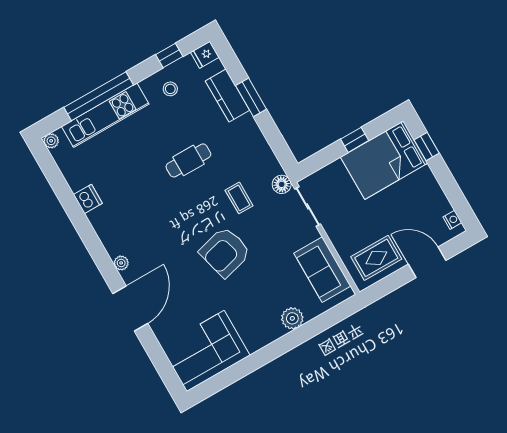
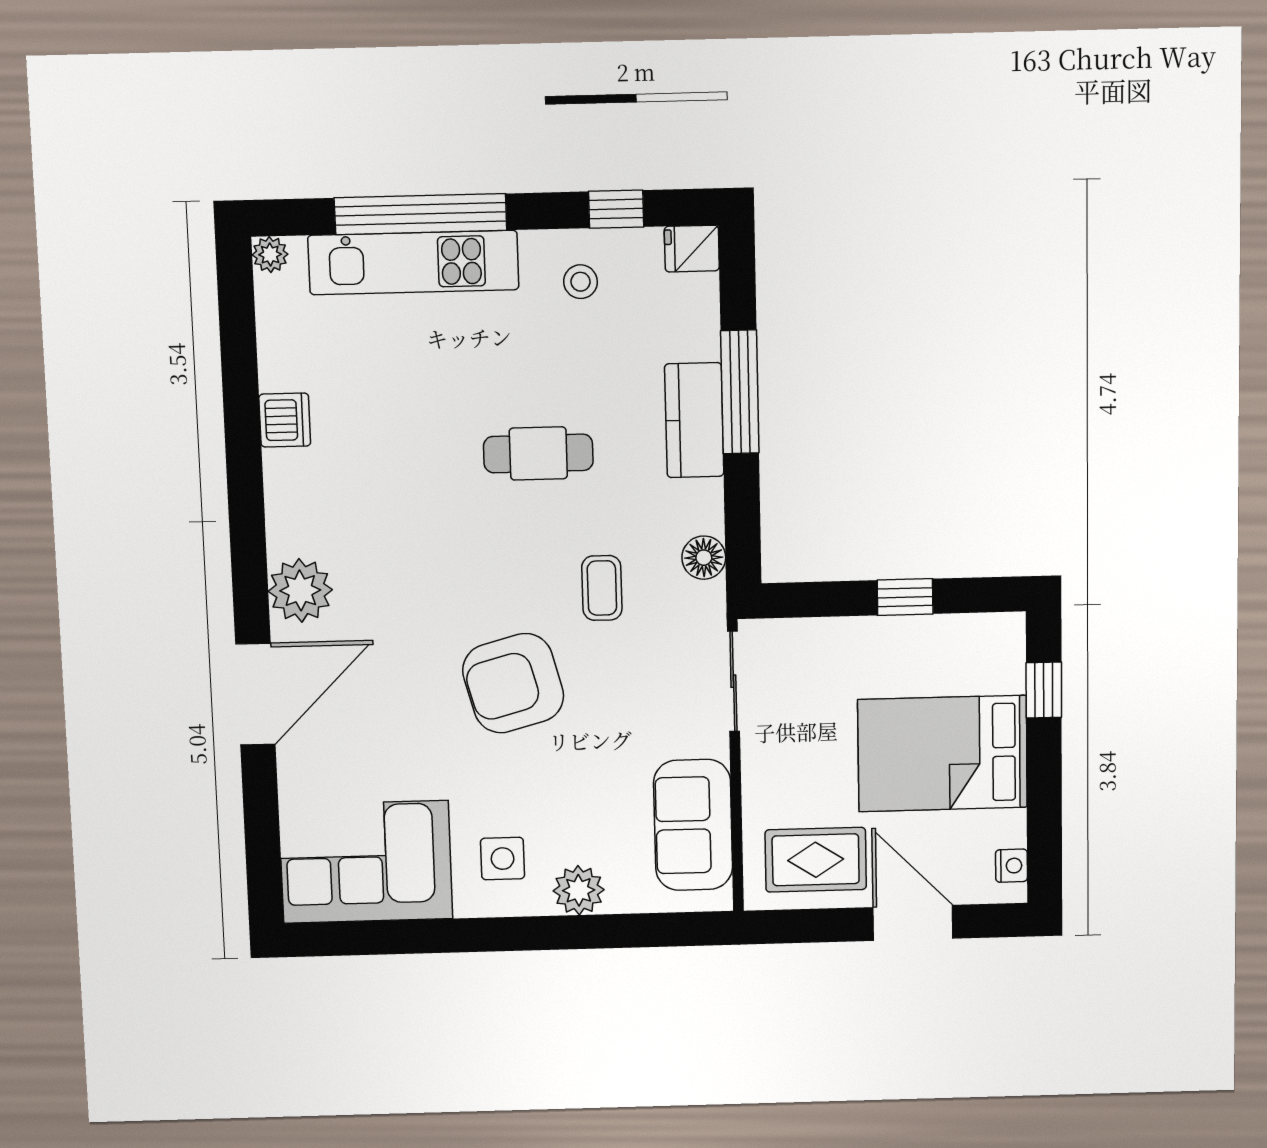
kitchen counter: (227, 96) -> (694, 420), moved
window: (251, 97) -> (740, 392), width x1.44
bed: (384, 160) -> (943, 754), moved
floor lamp: (282, 184) -> (704, 558), moved
plant: (121, 263) -> (300, 590), width x1.87, depth x1.87
side table: (257, 322) -> (503, 859), added

